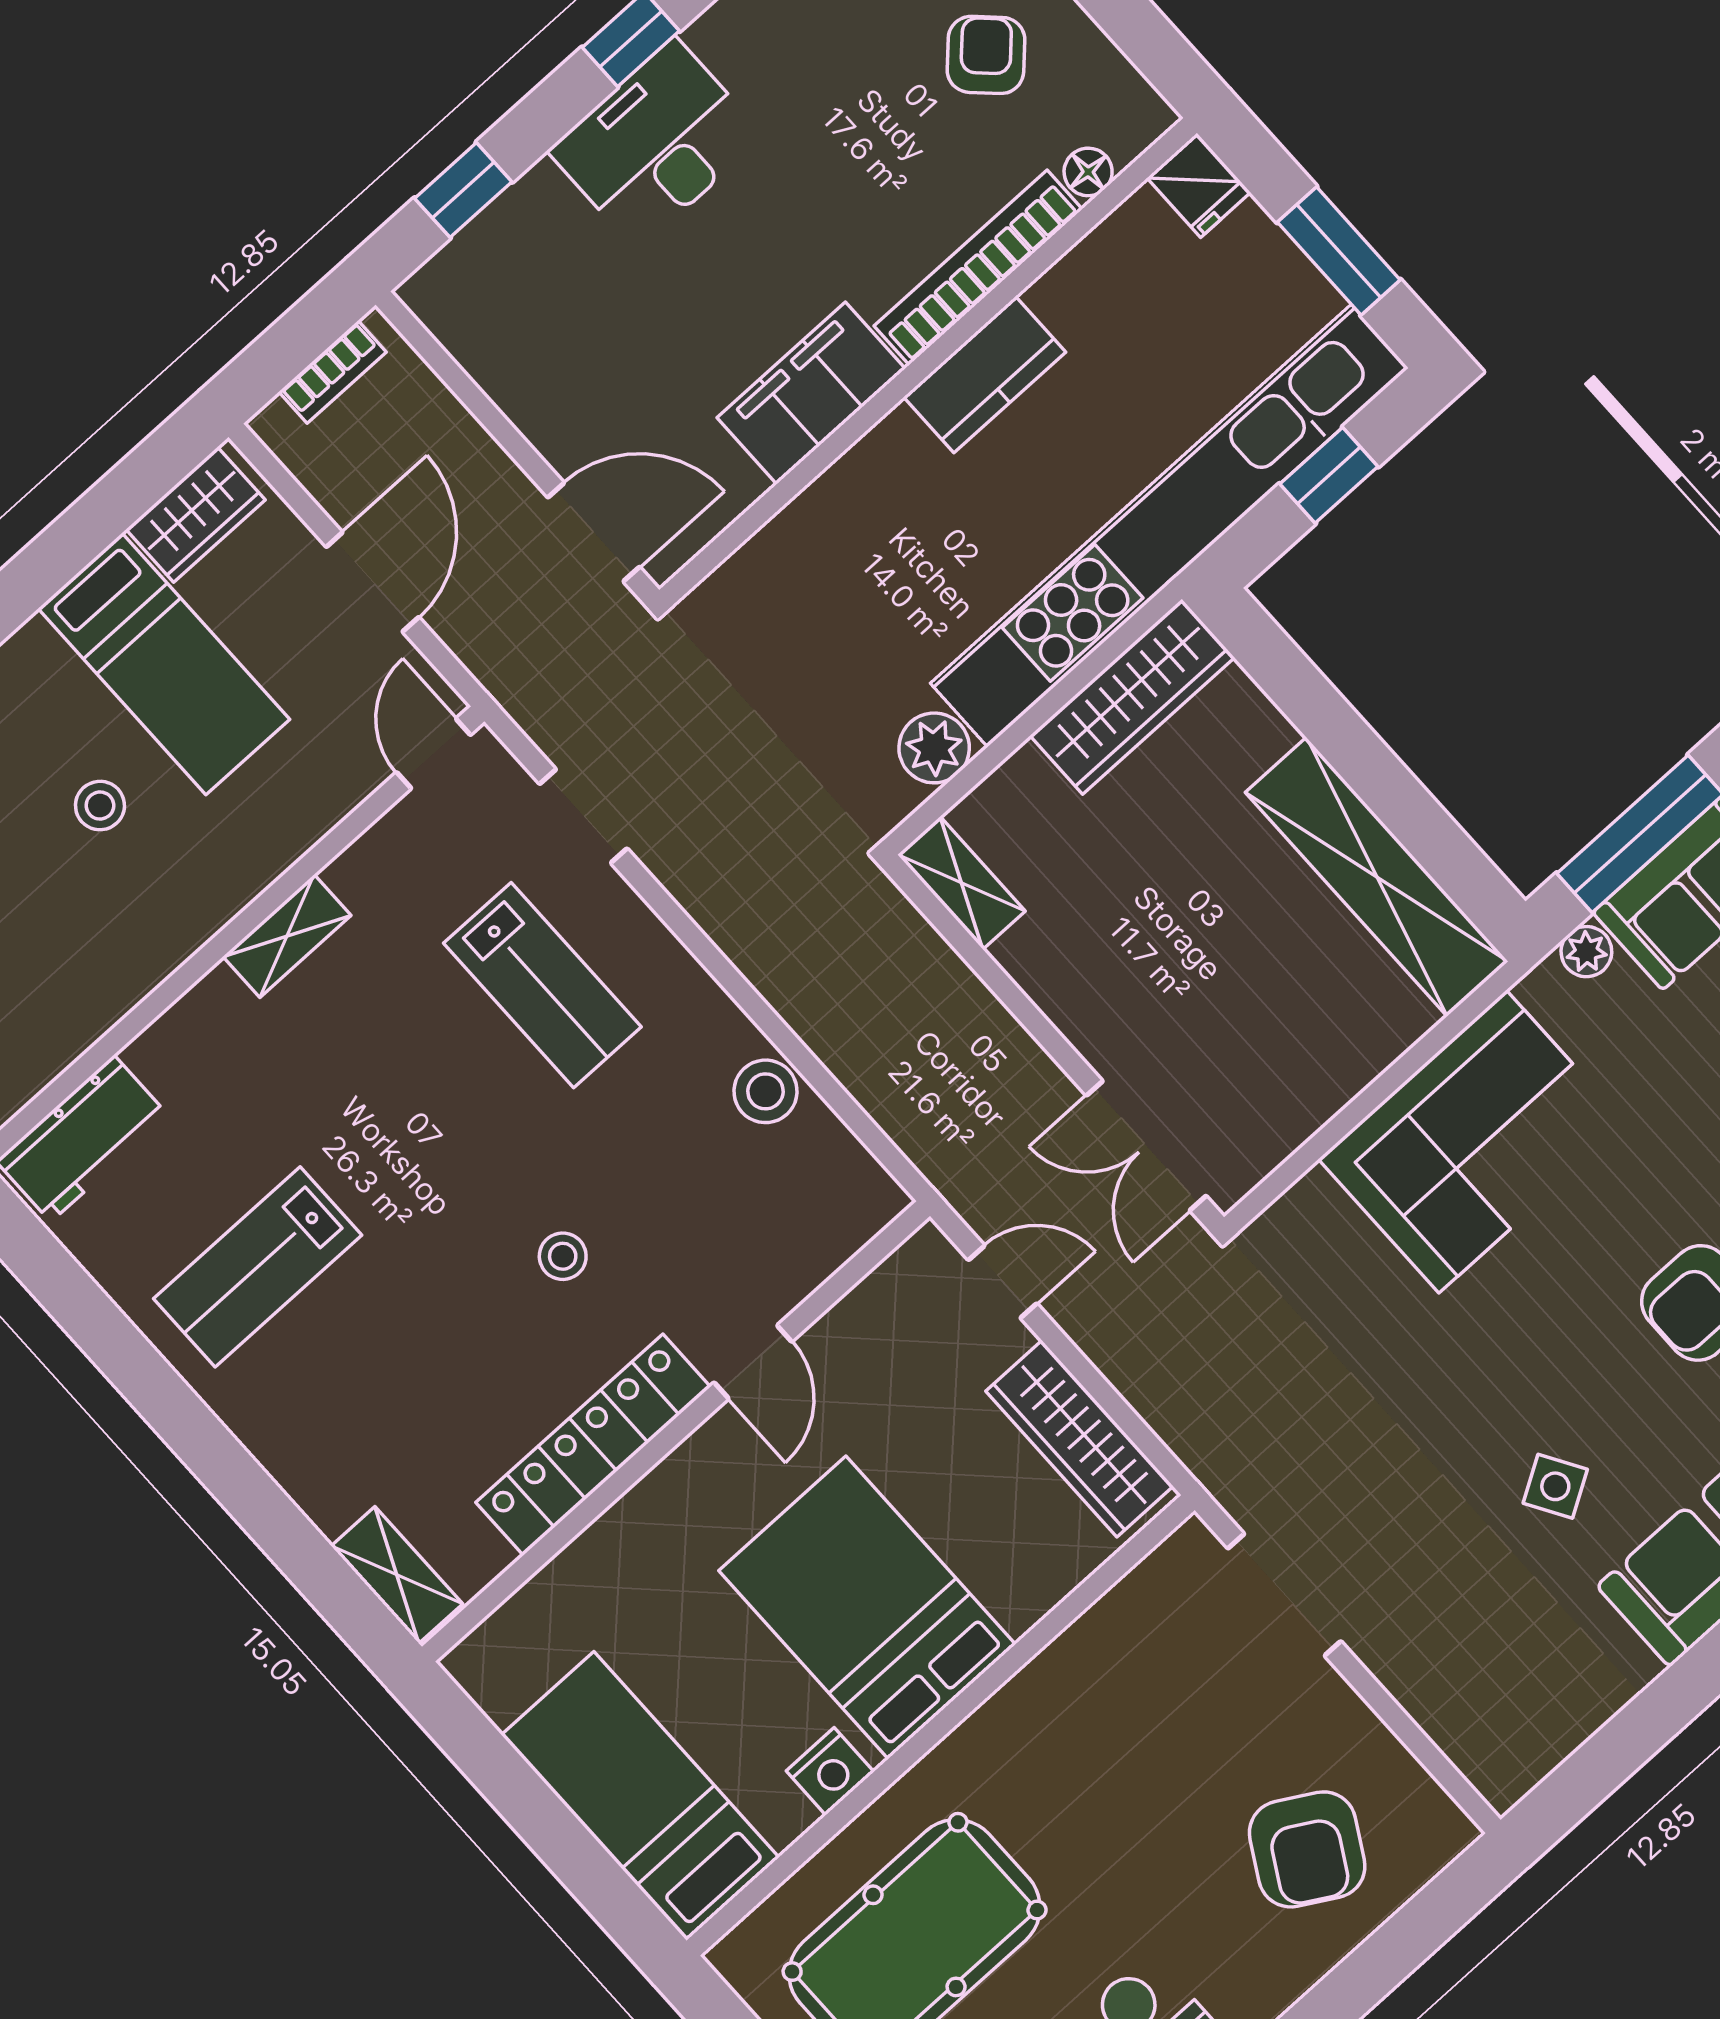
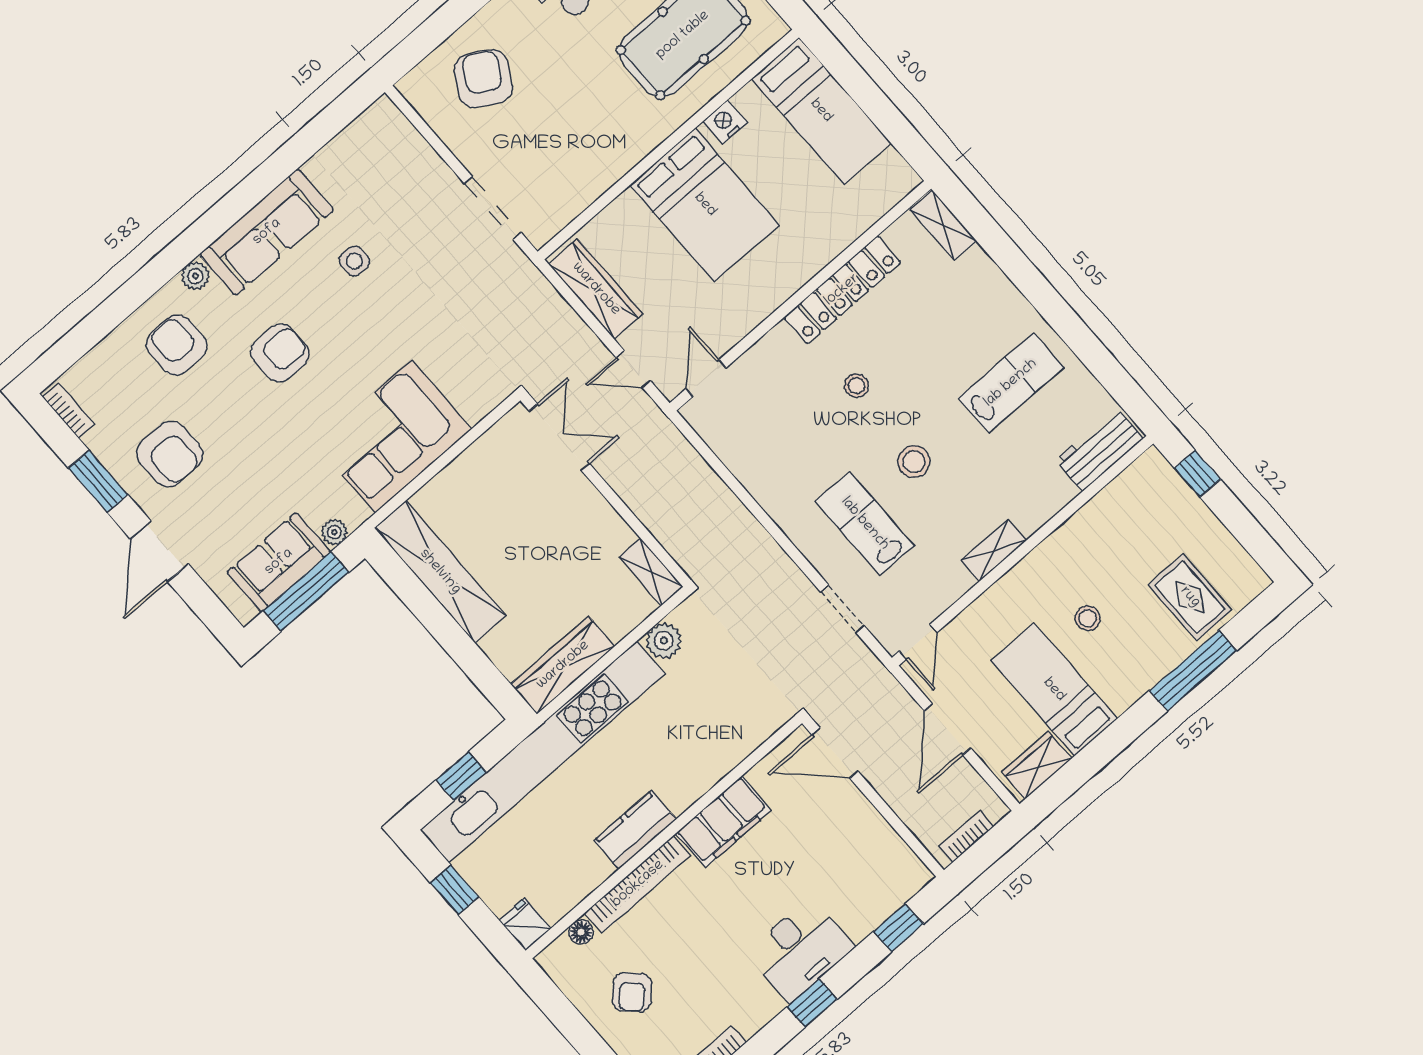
window: (1339, 251) -> (454, 890), width x0.67
stool: (766, 1091) -> (914, 462), moved
door: (753, 1362) -> (706, 378), moved
side table: (1555, 1486) -> (354, 261), turned 31

